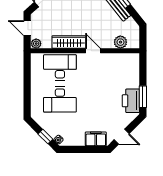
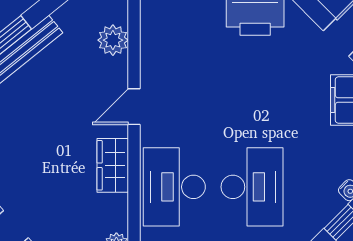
wardrobe: (69, 42) -> (113, 165), width x0.67

